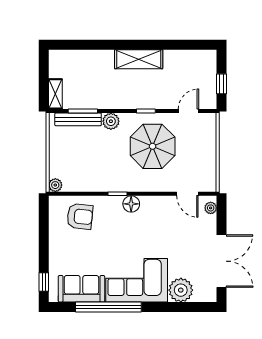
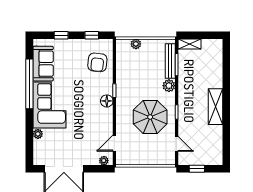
plant: (55, 185) -> (136, 44), moved
window: (44, 224) -> (92, 35), added
window: (44, 282) -> (61, 35), moved
plant: (181, 290) -> (38, 134), width x0.53, depth x0.53

